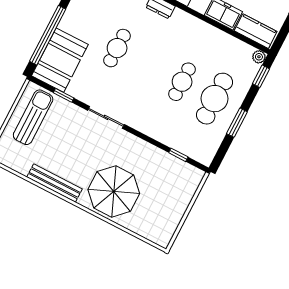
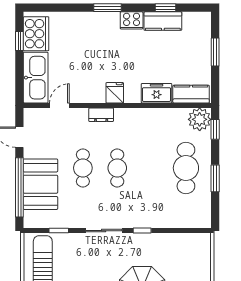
plant: (259, 57) -> (200, 119), width x1.88, depth x1.88
booth: (60, 60) -> (40, 184), moved
cafe table: (182, 82) -> (117, 168), moved
window: (178, 155) -> (142, 231), moved

